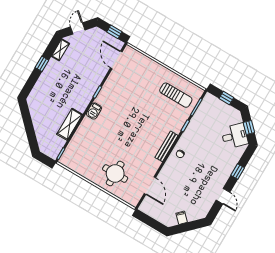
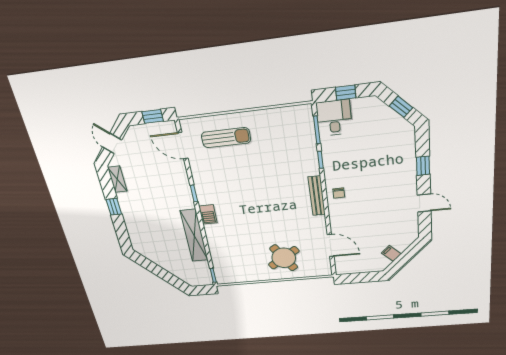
sun lounger: (176, 95) -> (226, 138), moved
shelving: (70, 124) -> (194, 236), width x1.47
desk: (234, 136) -> (334, 118), moved, turned -45
round table: (115, 174) -> (284, 258), turned -33

